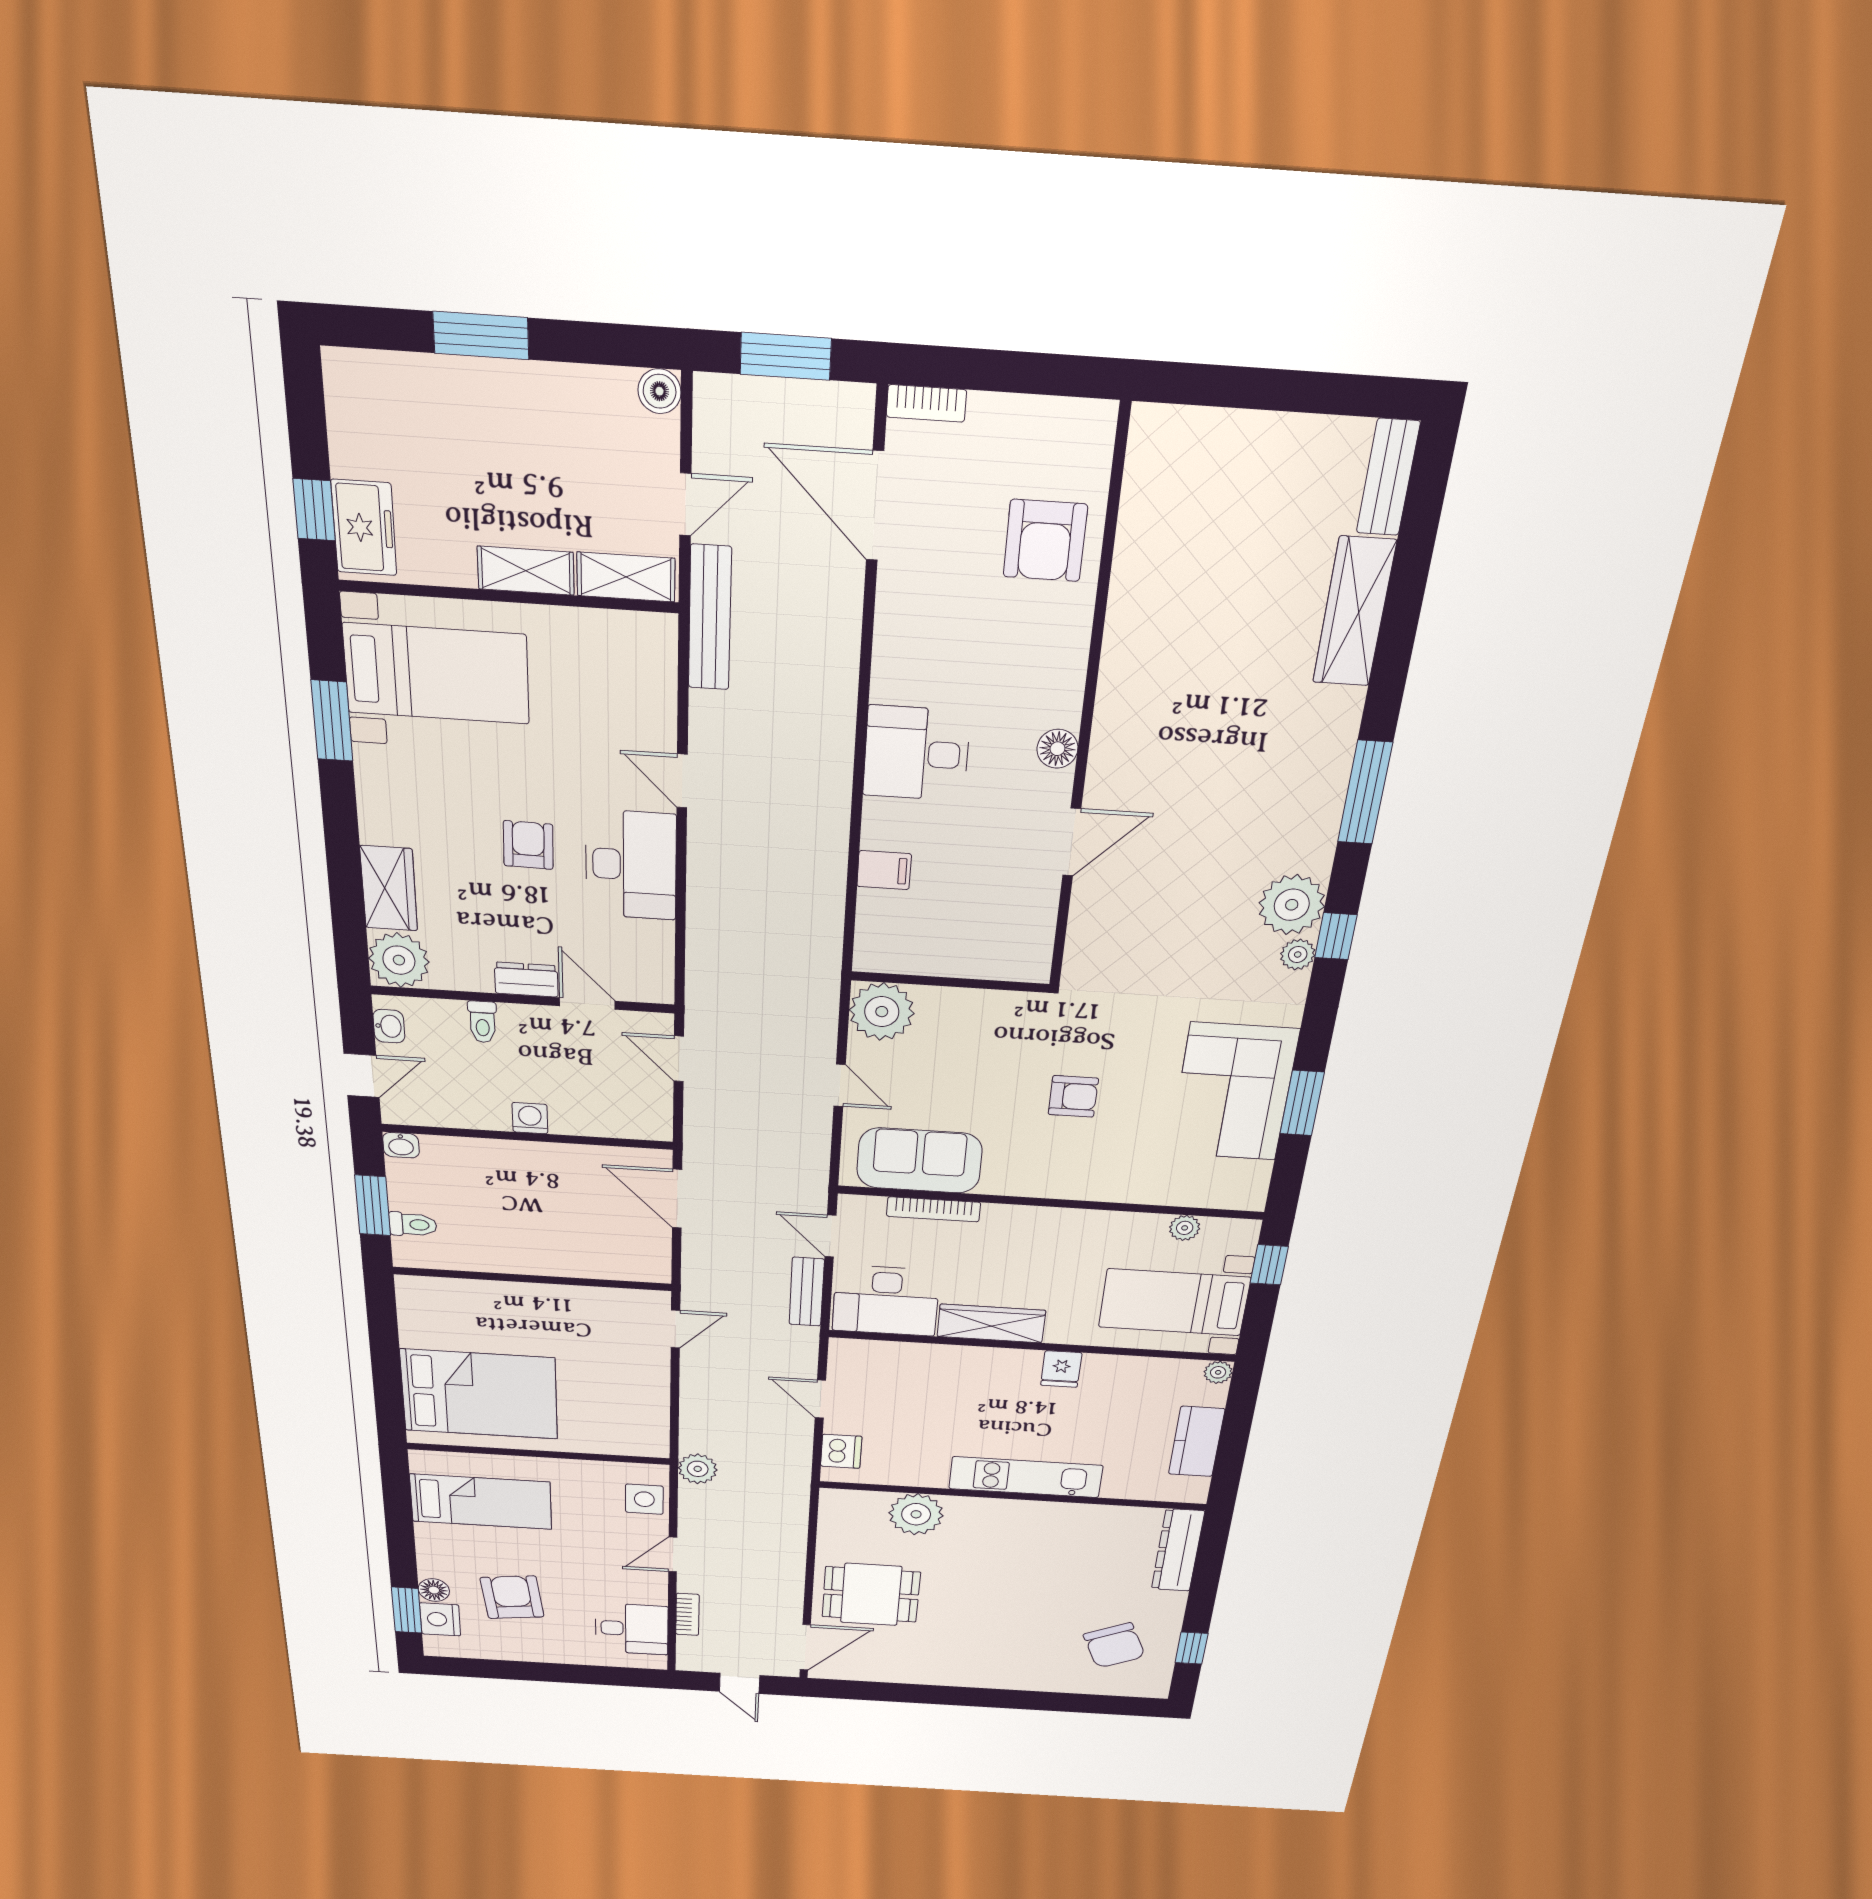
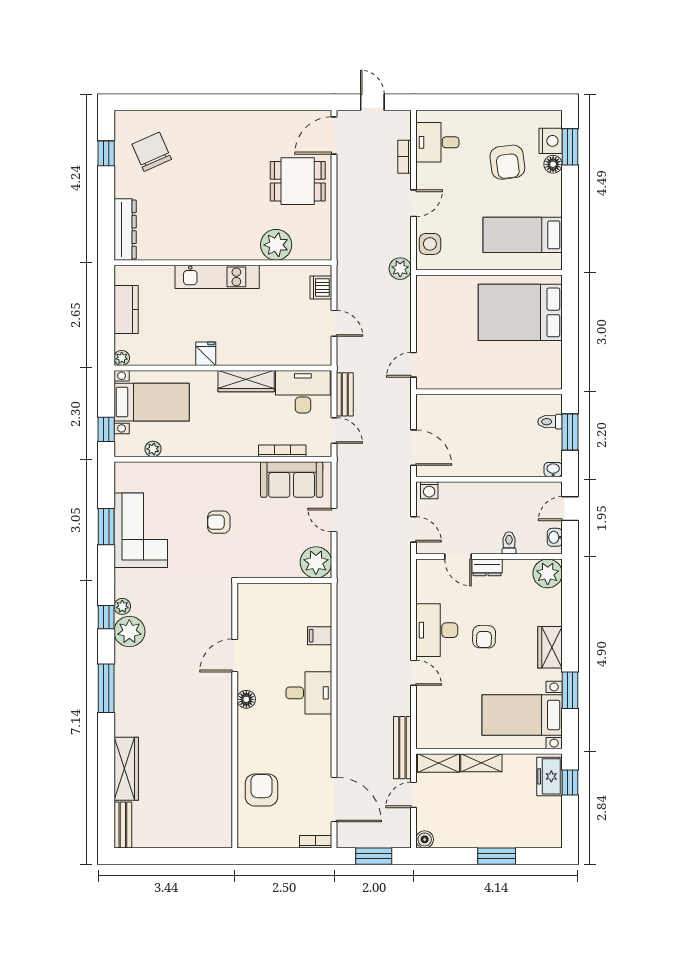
wardrobe: (389, 888) -> (550, 647), moved
washing machine: (530, 1118) -> (429, 490), moved

